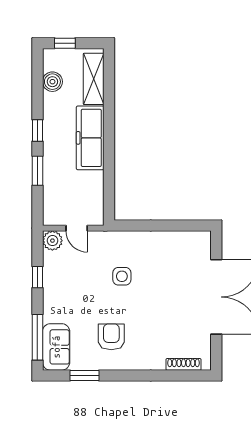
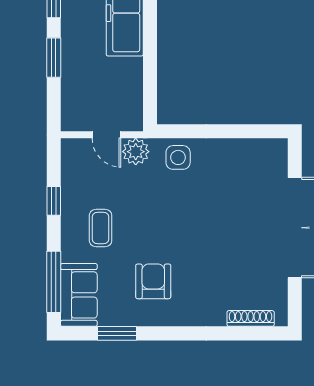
plant: (52, 241) -> (136, 152), moved
side table: (122, 276) -> (178, 157), moved
coffee table: (72, 297) -> (101, 228), added

